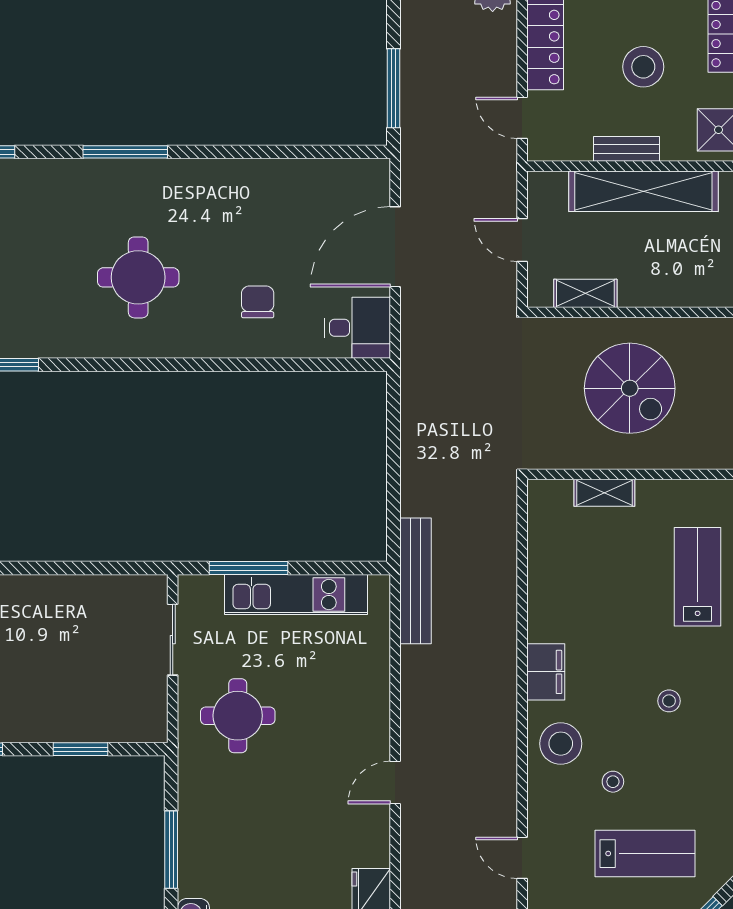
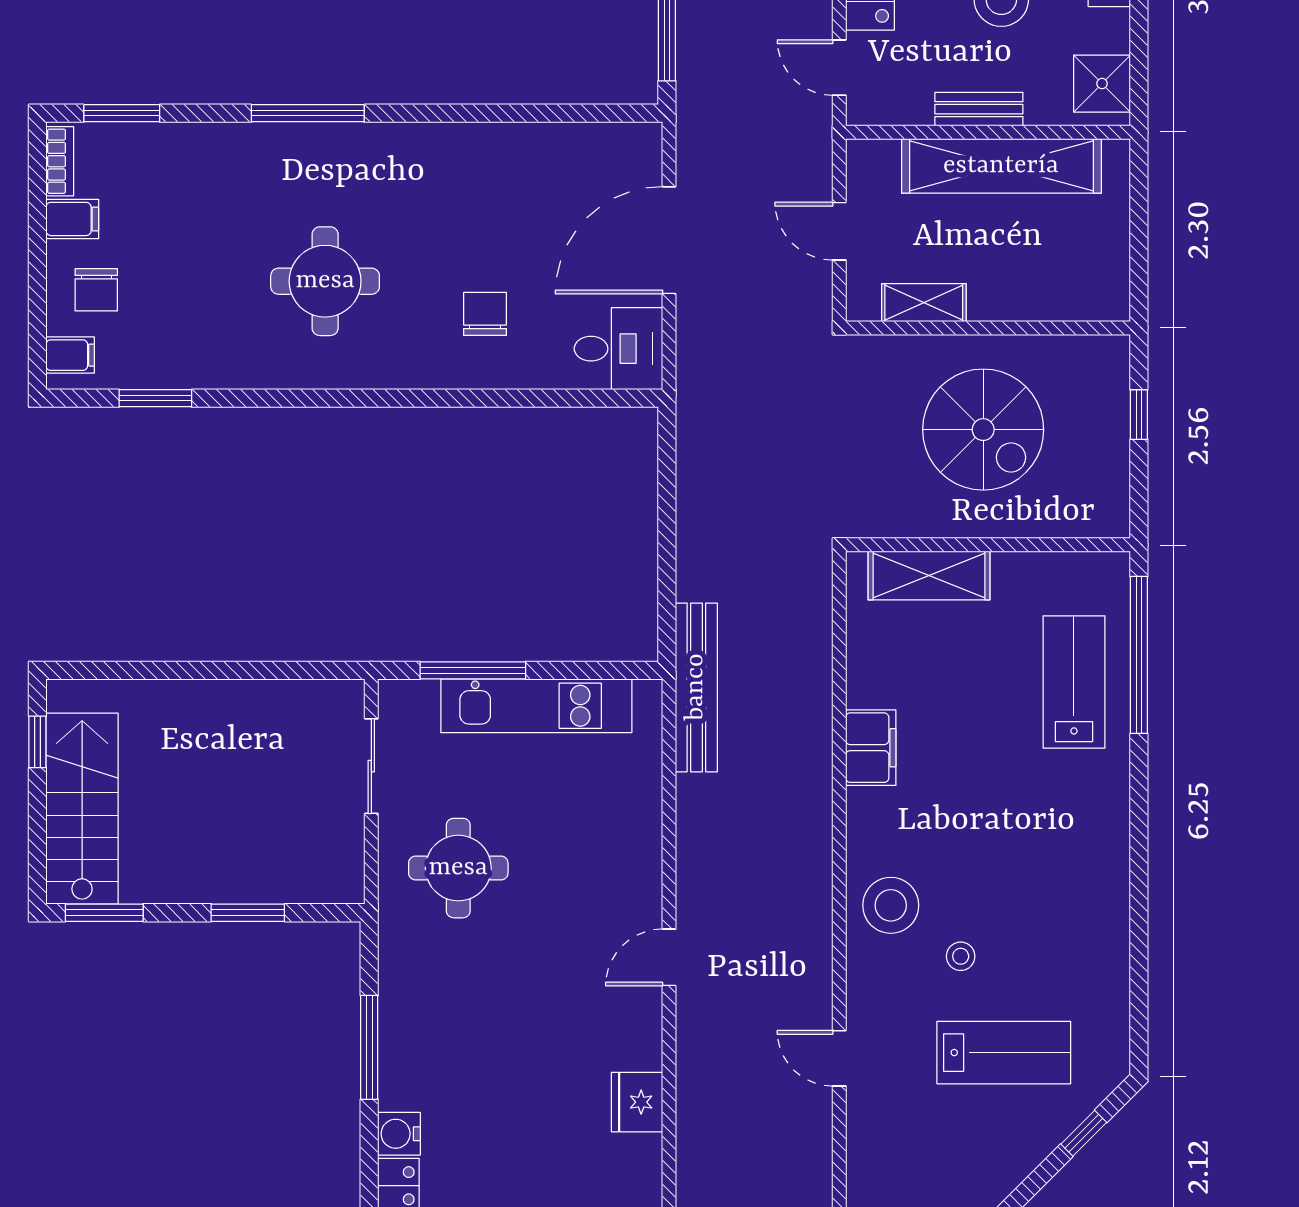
shelving: (604, 493) -> (929, 576), width x1.50, depth x1.33
filing cabinet: (546, 672) -> (871, 748), moved
stool: (669, 701) -> (1036, 848), removed

